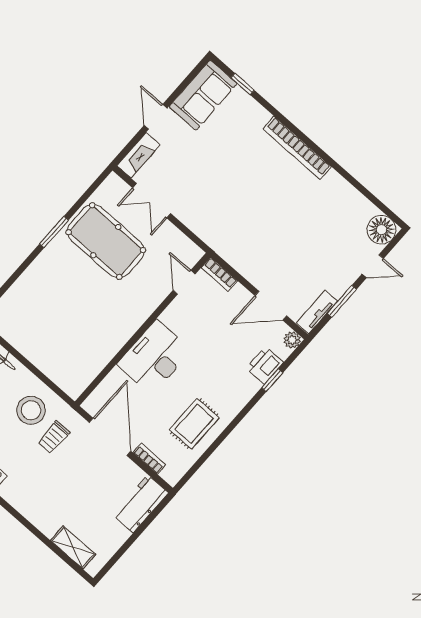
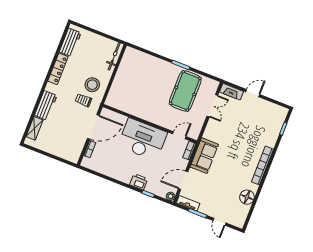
sofa: (203, 95) -> (204, 156), moved, turned -90
double door: (152, 201) -> (212, 106), swing flipped
floor lamp: (381, 230) -> (247, 197), moved
door: (271, 306) -> (183, 180), hinge flipped
desk: (154, 357) -> (142, 139), width x1.36, depth x1.30
printer: (265, 365) -> (139, 182), moved
rug: (194, 424) -> (114, 164), removed
workbench: (140, 504) -> (46, 105), moved, turned 90

